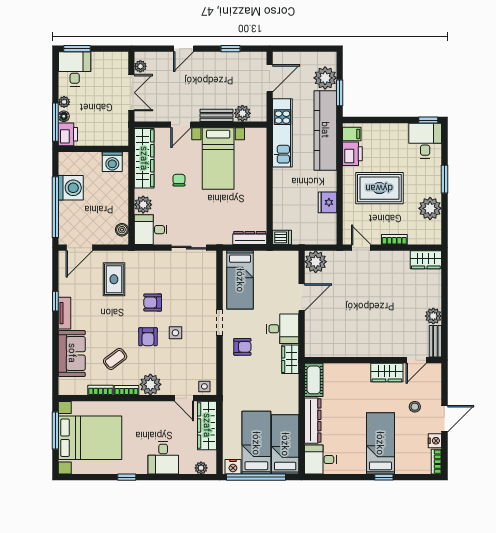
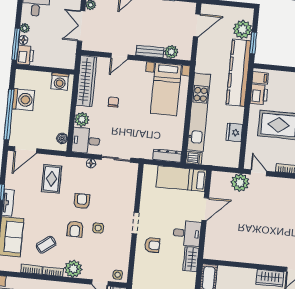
double door: (131, 93) -> (81, 26), swing flipped
kitchen unit: (282, 133) -> (199, 112), moved, width x1.36
bed with nightstands: (218, 159) -> (166, 89), moved
floor lamp: (159, 256) -> (91, 163), added
plant: (316, 262) -> (240, 183), moved
bed: (240, 280) -> (181, 179), moved, turned 90
armchair: (153, 302) -> (82, 201), turned 90

